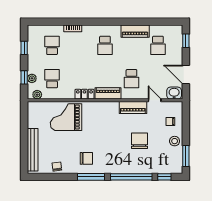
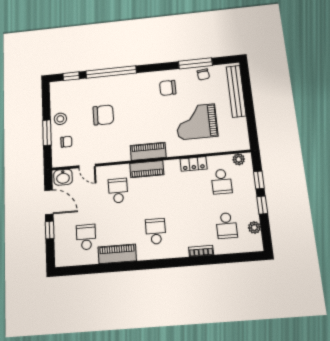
window: (186, 41) -> (50, 230), moved
window: (24, 48) -> (262, 205), moved
plant: (32, 78) -> (254, 227), moved
locker: (84, 94) -> (194, 164), moved
piano: (133, 107) -> (148, 151), moved
grand piano: (66, 117) -> (196, 122), moved, turned 180
chair: (140, 141) -> (103, 115), turned -90
window: (186, 156) -> (47, 133), moved
window: (91, 177) -> (195, 63), moved

